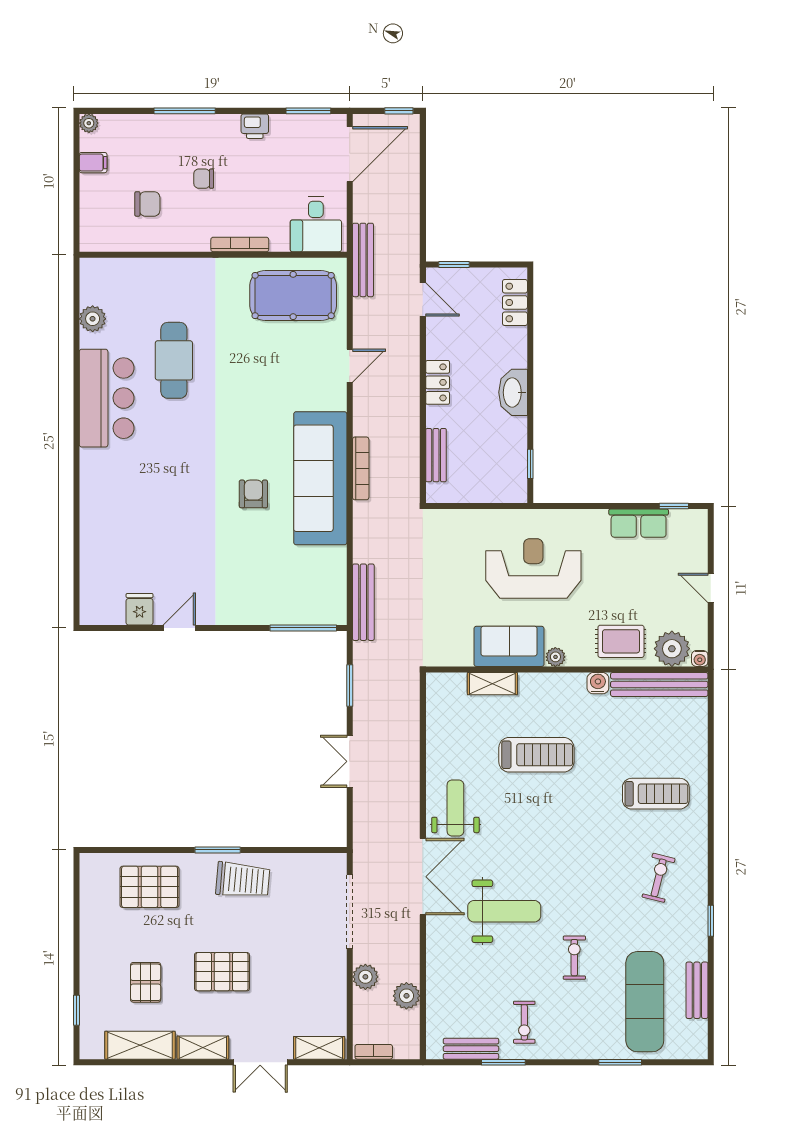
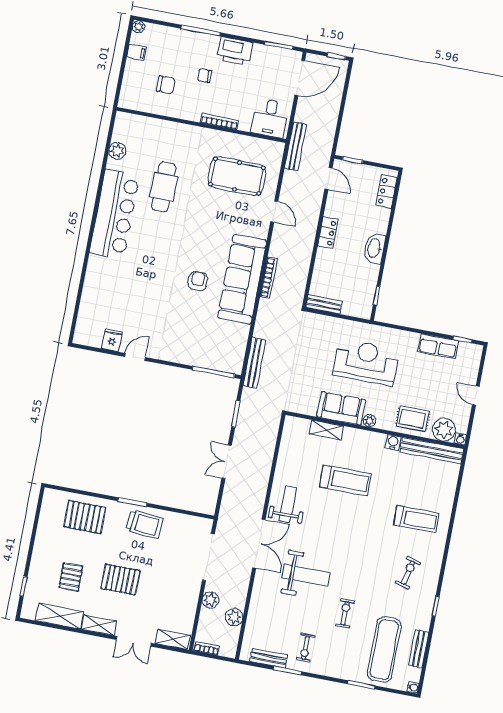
printer: (255, 126) -> (235, 51), width x1.87, depth x1.48
pool table: (293, 296) -> (237, 176), moved
door: (350, 366) -> (274, 212), hinge flipped
bar counter: (107, 398) -> (114, 214), width x1.36
bench: (436, 455) -> (324, 304), moved, turned 90
water cooler: (700, 1051) -> (413, 687), added

